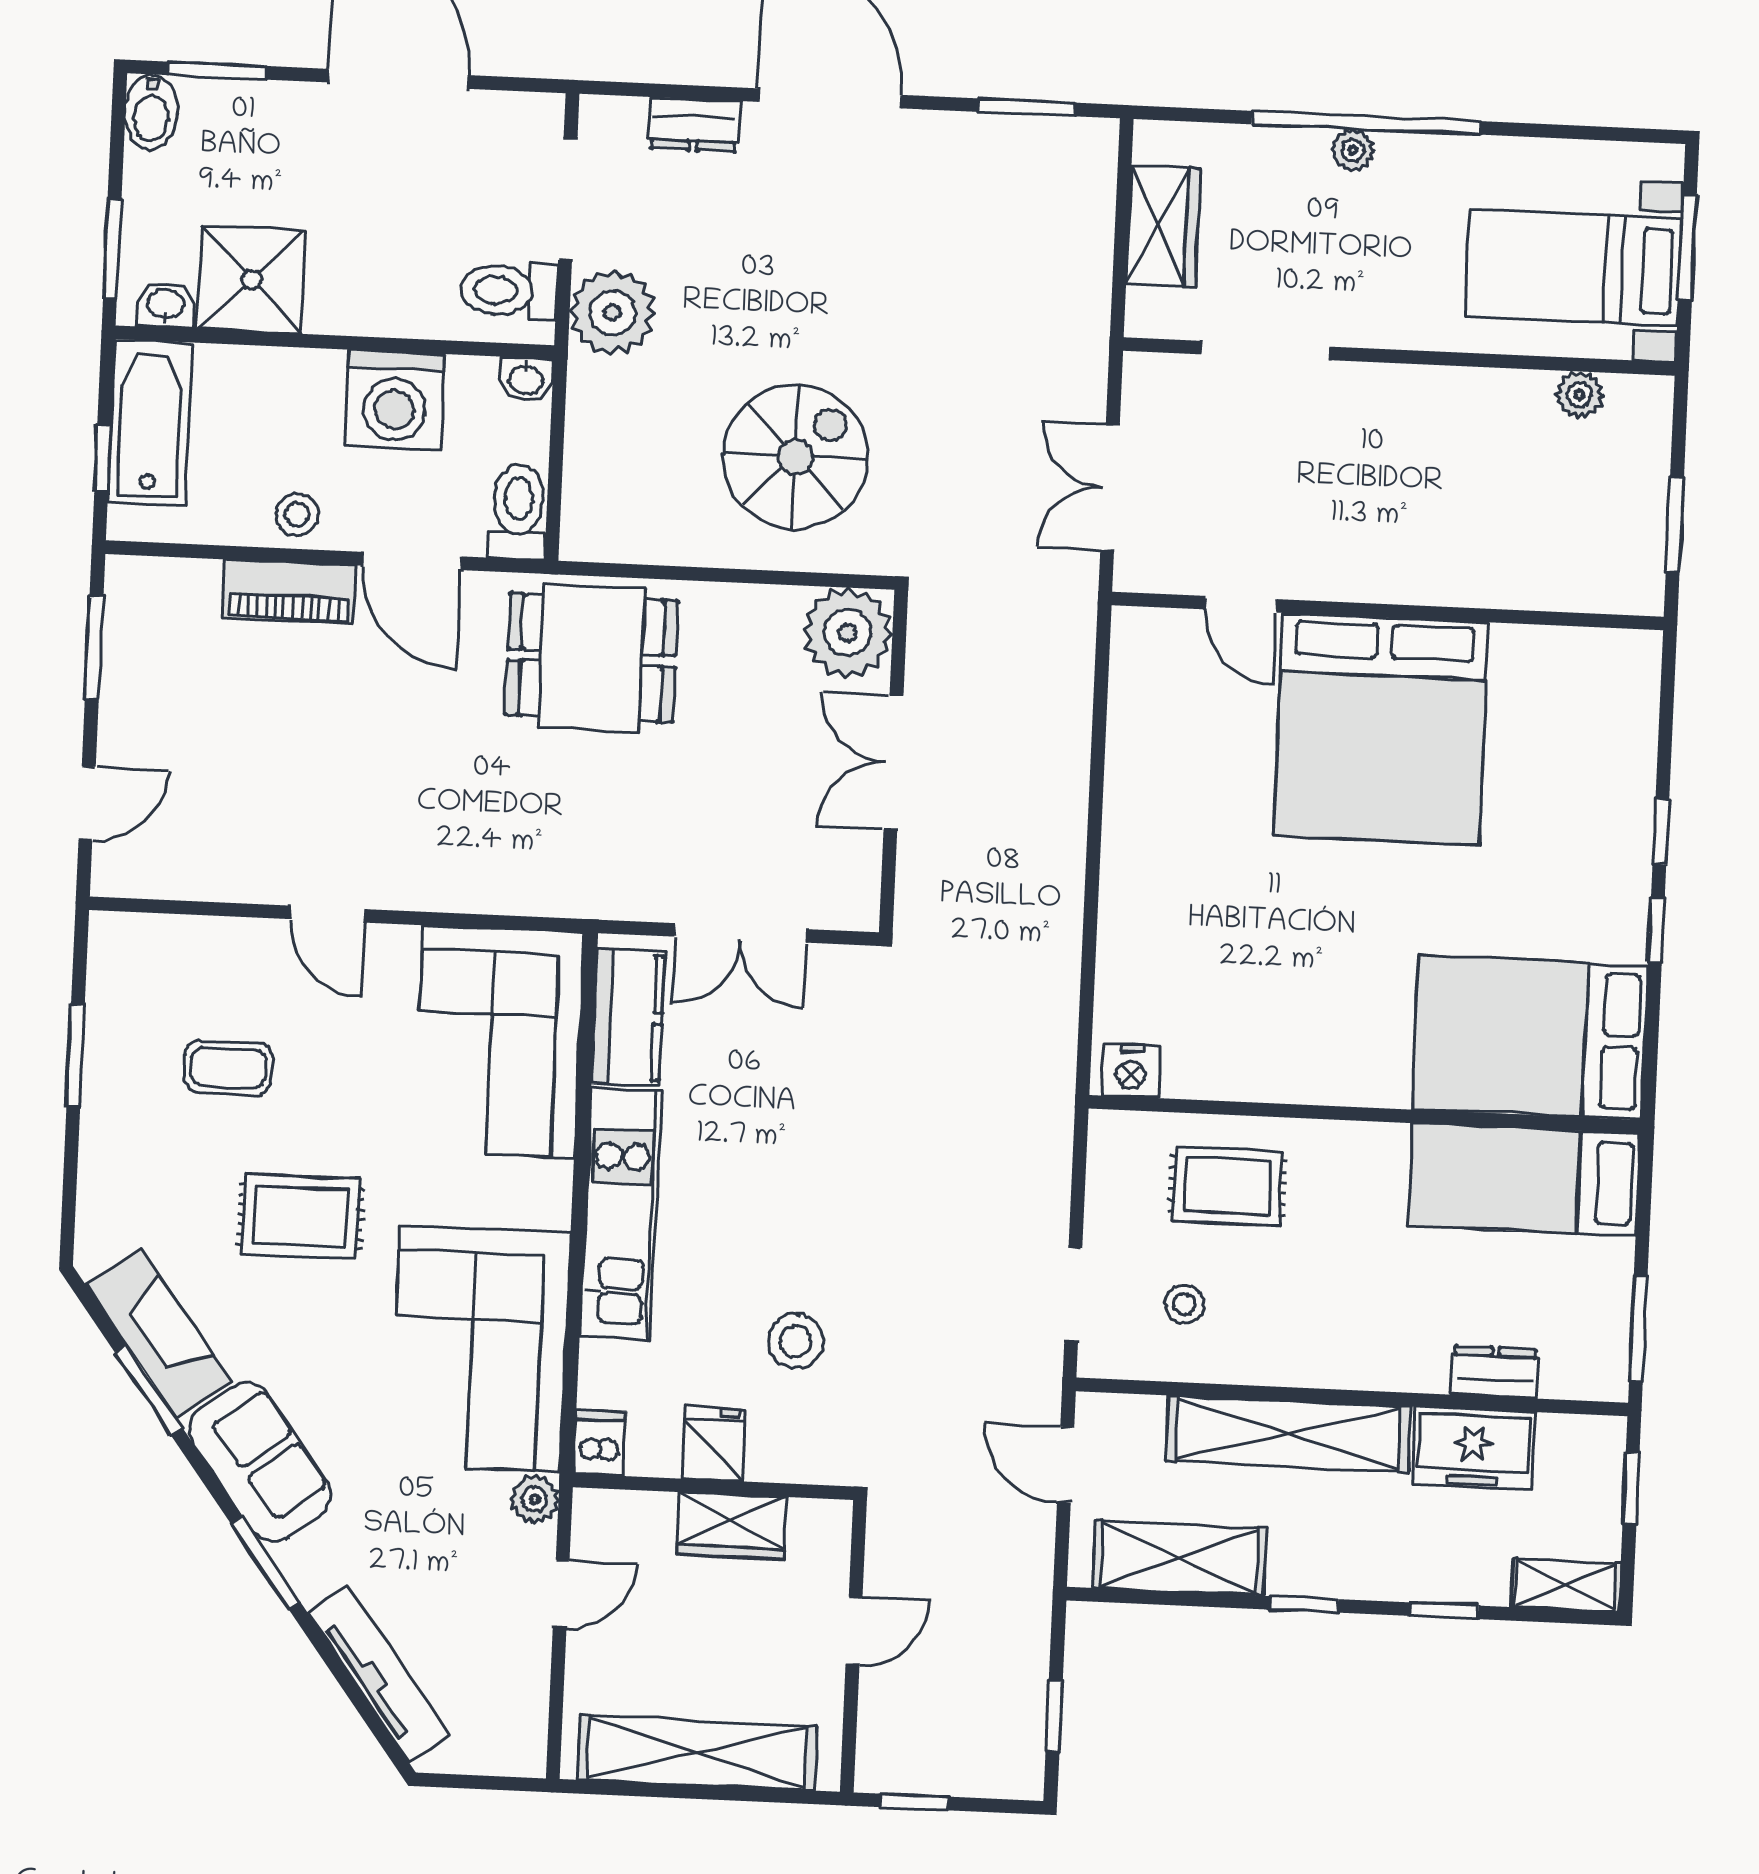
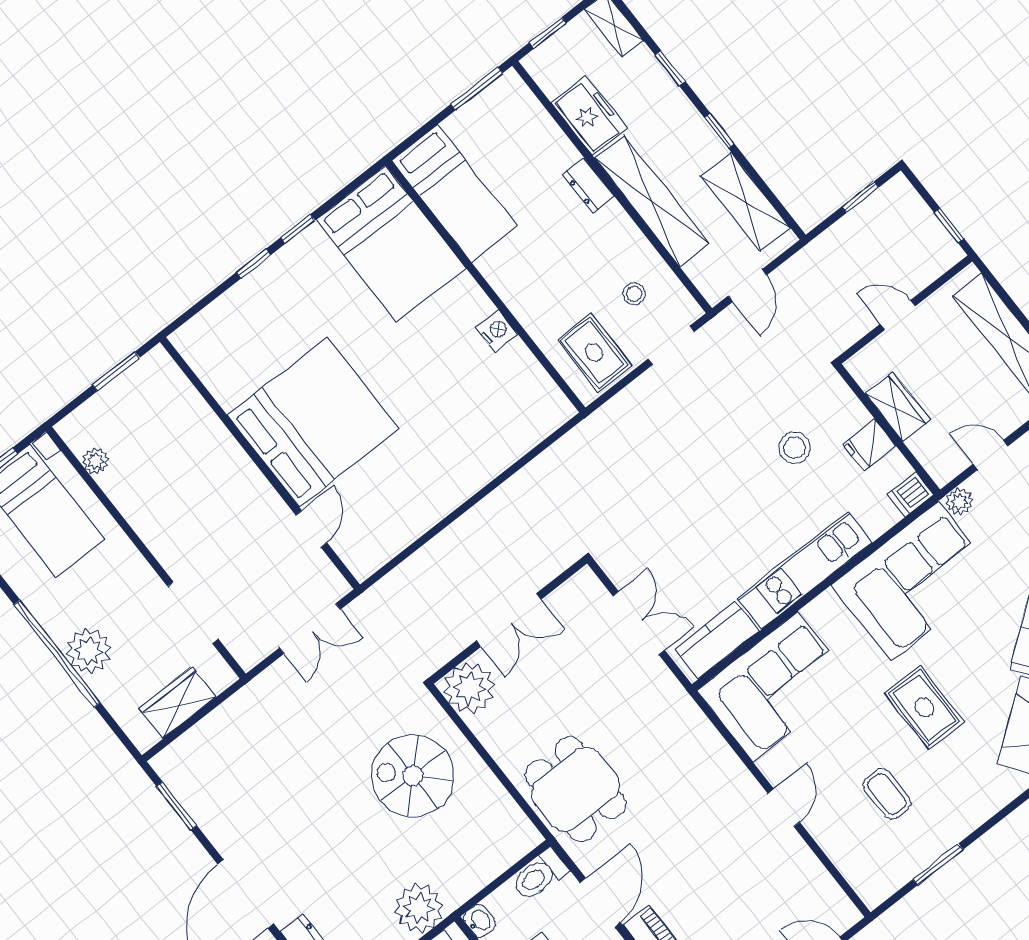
plant: (1353, 150) -> (89, 651), width x1.87, depth x1.87
nightstand: (1131, 1071) -> (496, 331), moved
rug: (1228, 1186) -> (594, 352), moved
dresser: (1495, 1372) -> (588, 185), moved

